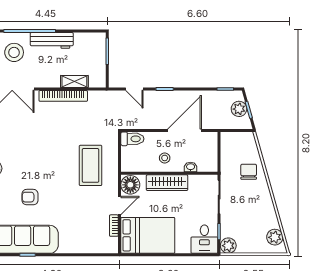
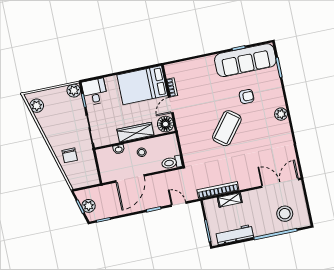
workbench: (52, 40) -> (235, 235), moved
bookcase: (63, 96) -> (218, 190), moved
coffee table: (91, 165) -> (227, 128), moved, turned 38

